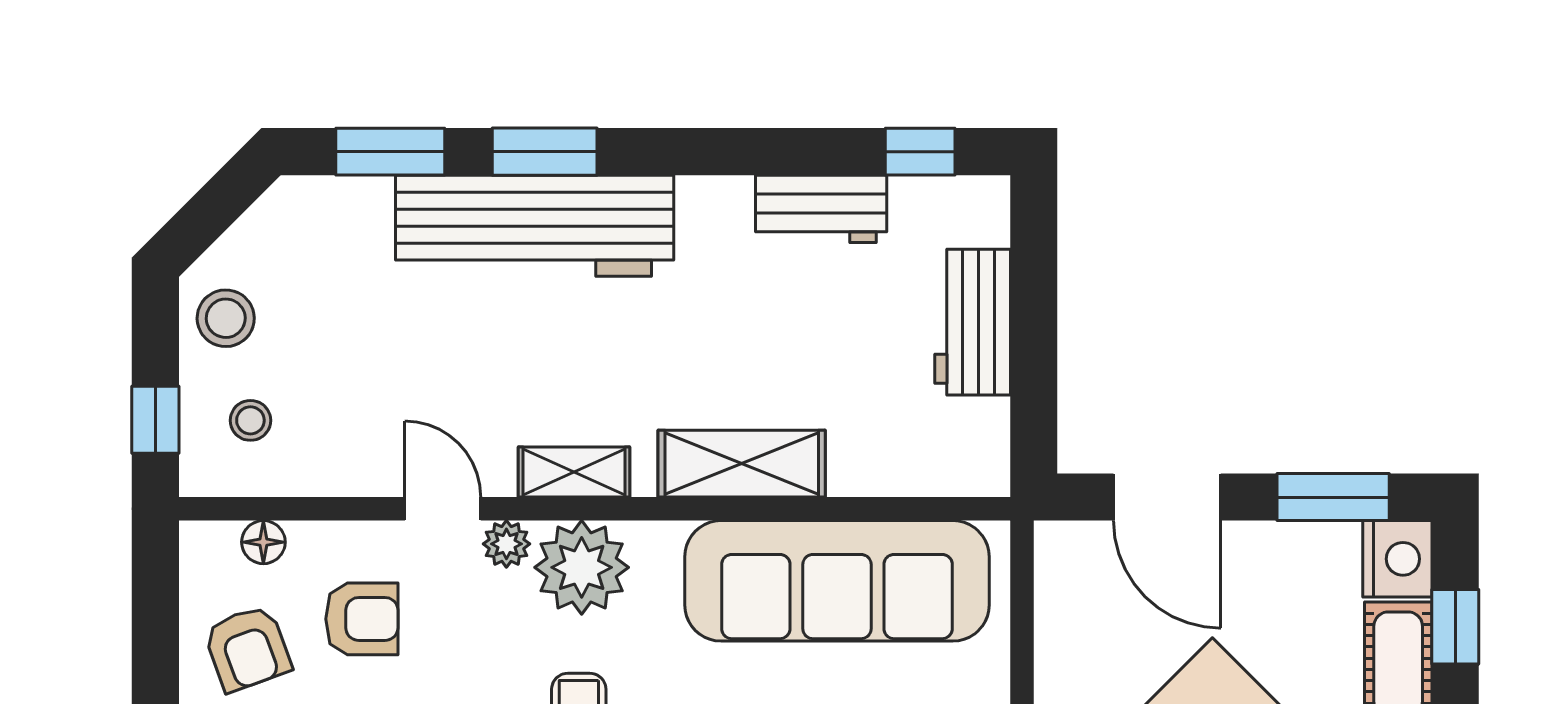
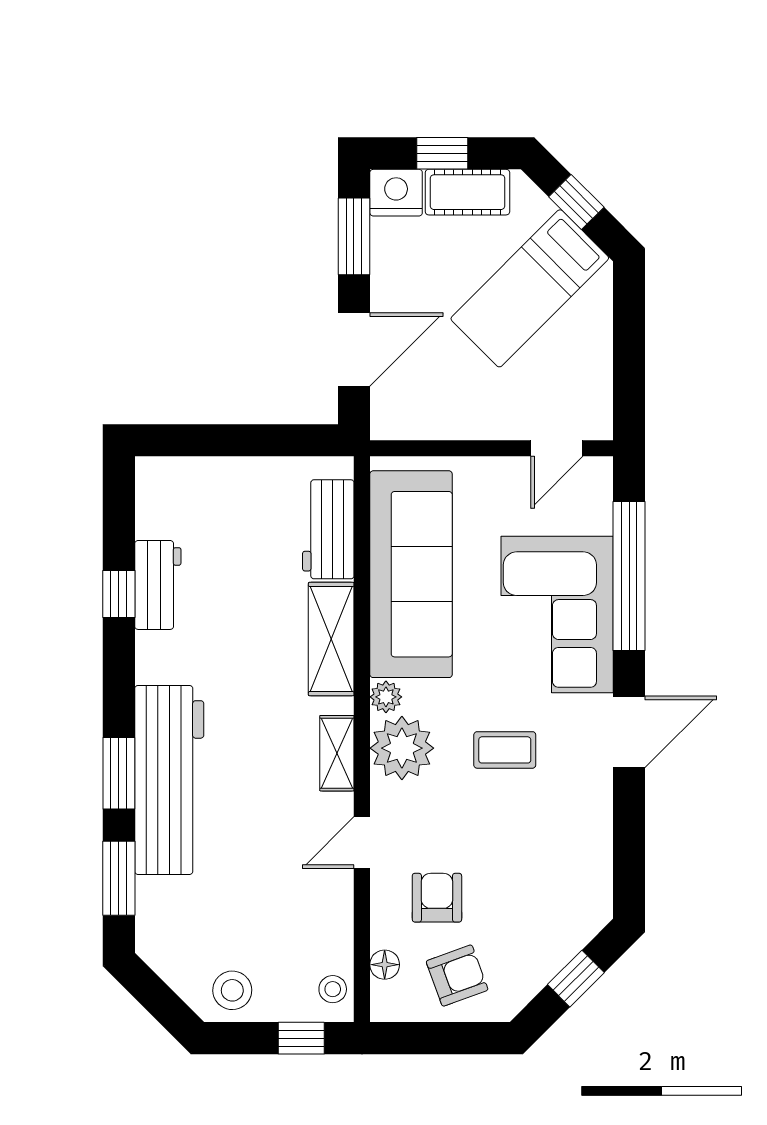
window: (920, 152) -> (119, 594), moved
workbench: (973, 322) -> (328, 529), moved, turned 90
stool: (250, 420) -> (333, 989), moved
plant: (506, 544) -> (386, 697), moved

